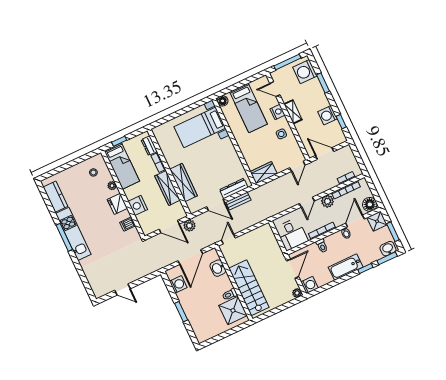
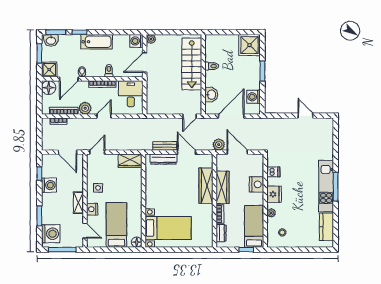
shower: (233, 310) -> (249, 45), moved

